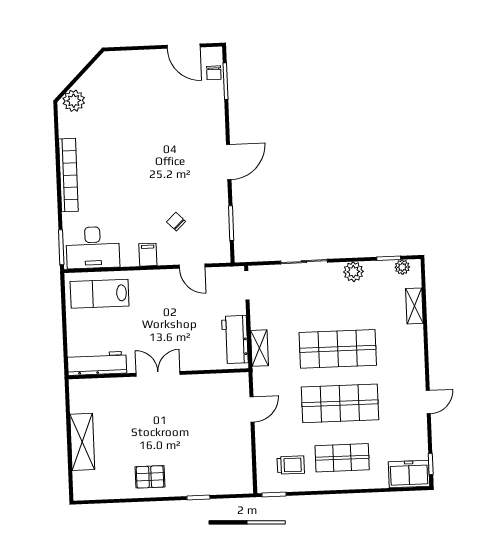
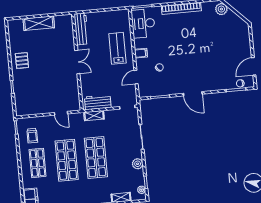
lab bench: (100, 294) -> (117, 48), moved

